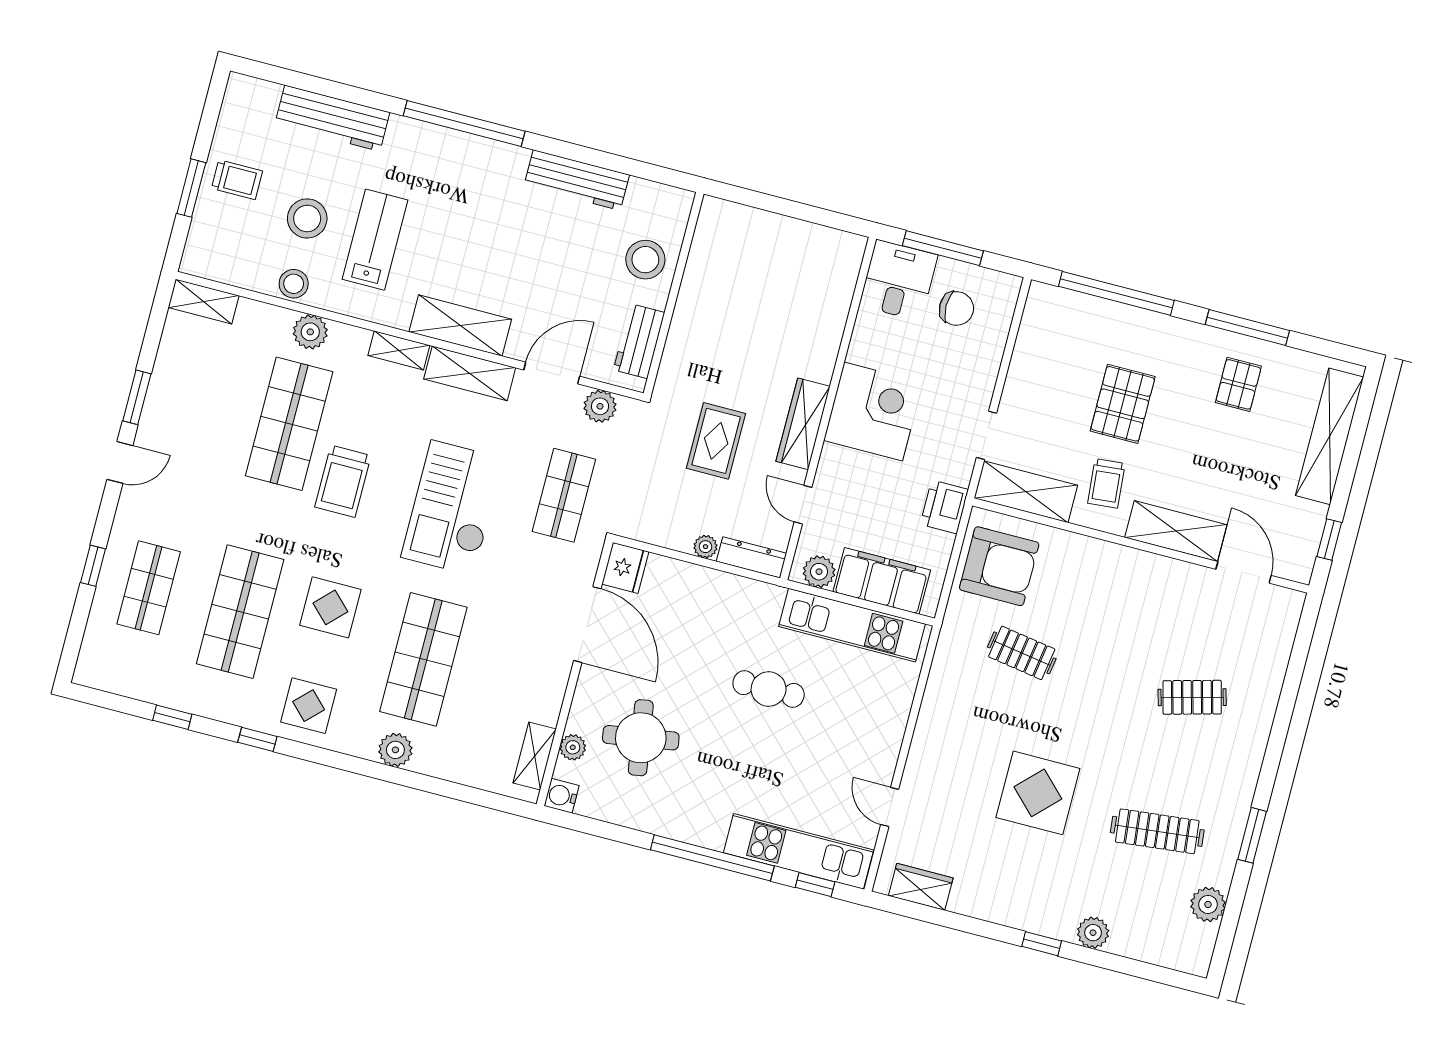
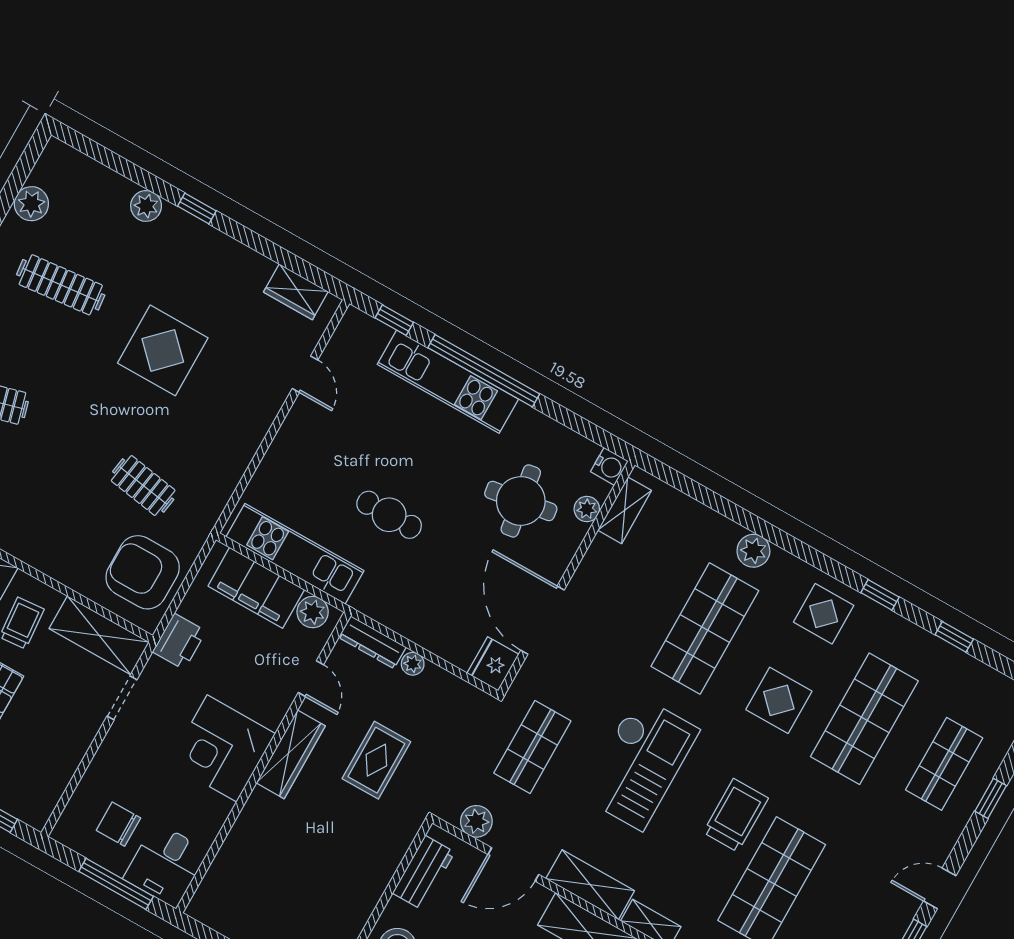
kitchen unit: (798, 851) -> (448, 382), moved

